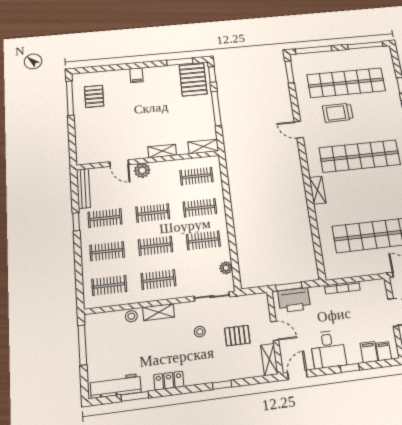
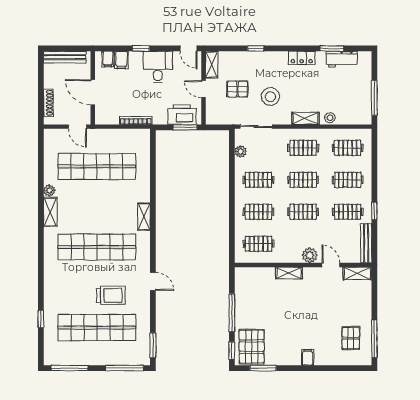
shelving: (203, 147) -> (357, 273), moved
stool: (200, 332) -> (270, 97), width x1.89, depth x1.89
door: (297, 375) -> (188, 48), hinge flipped
workbench: (116, 386) -> (342, 59), width x0.73

